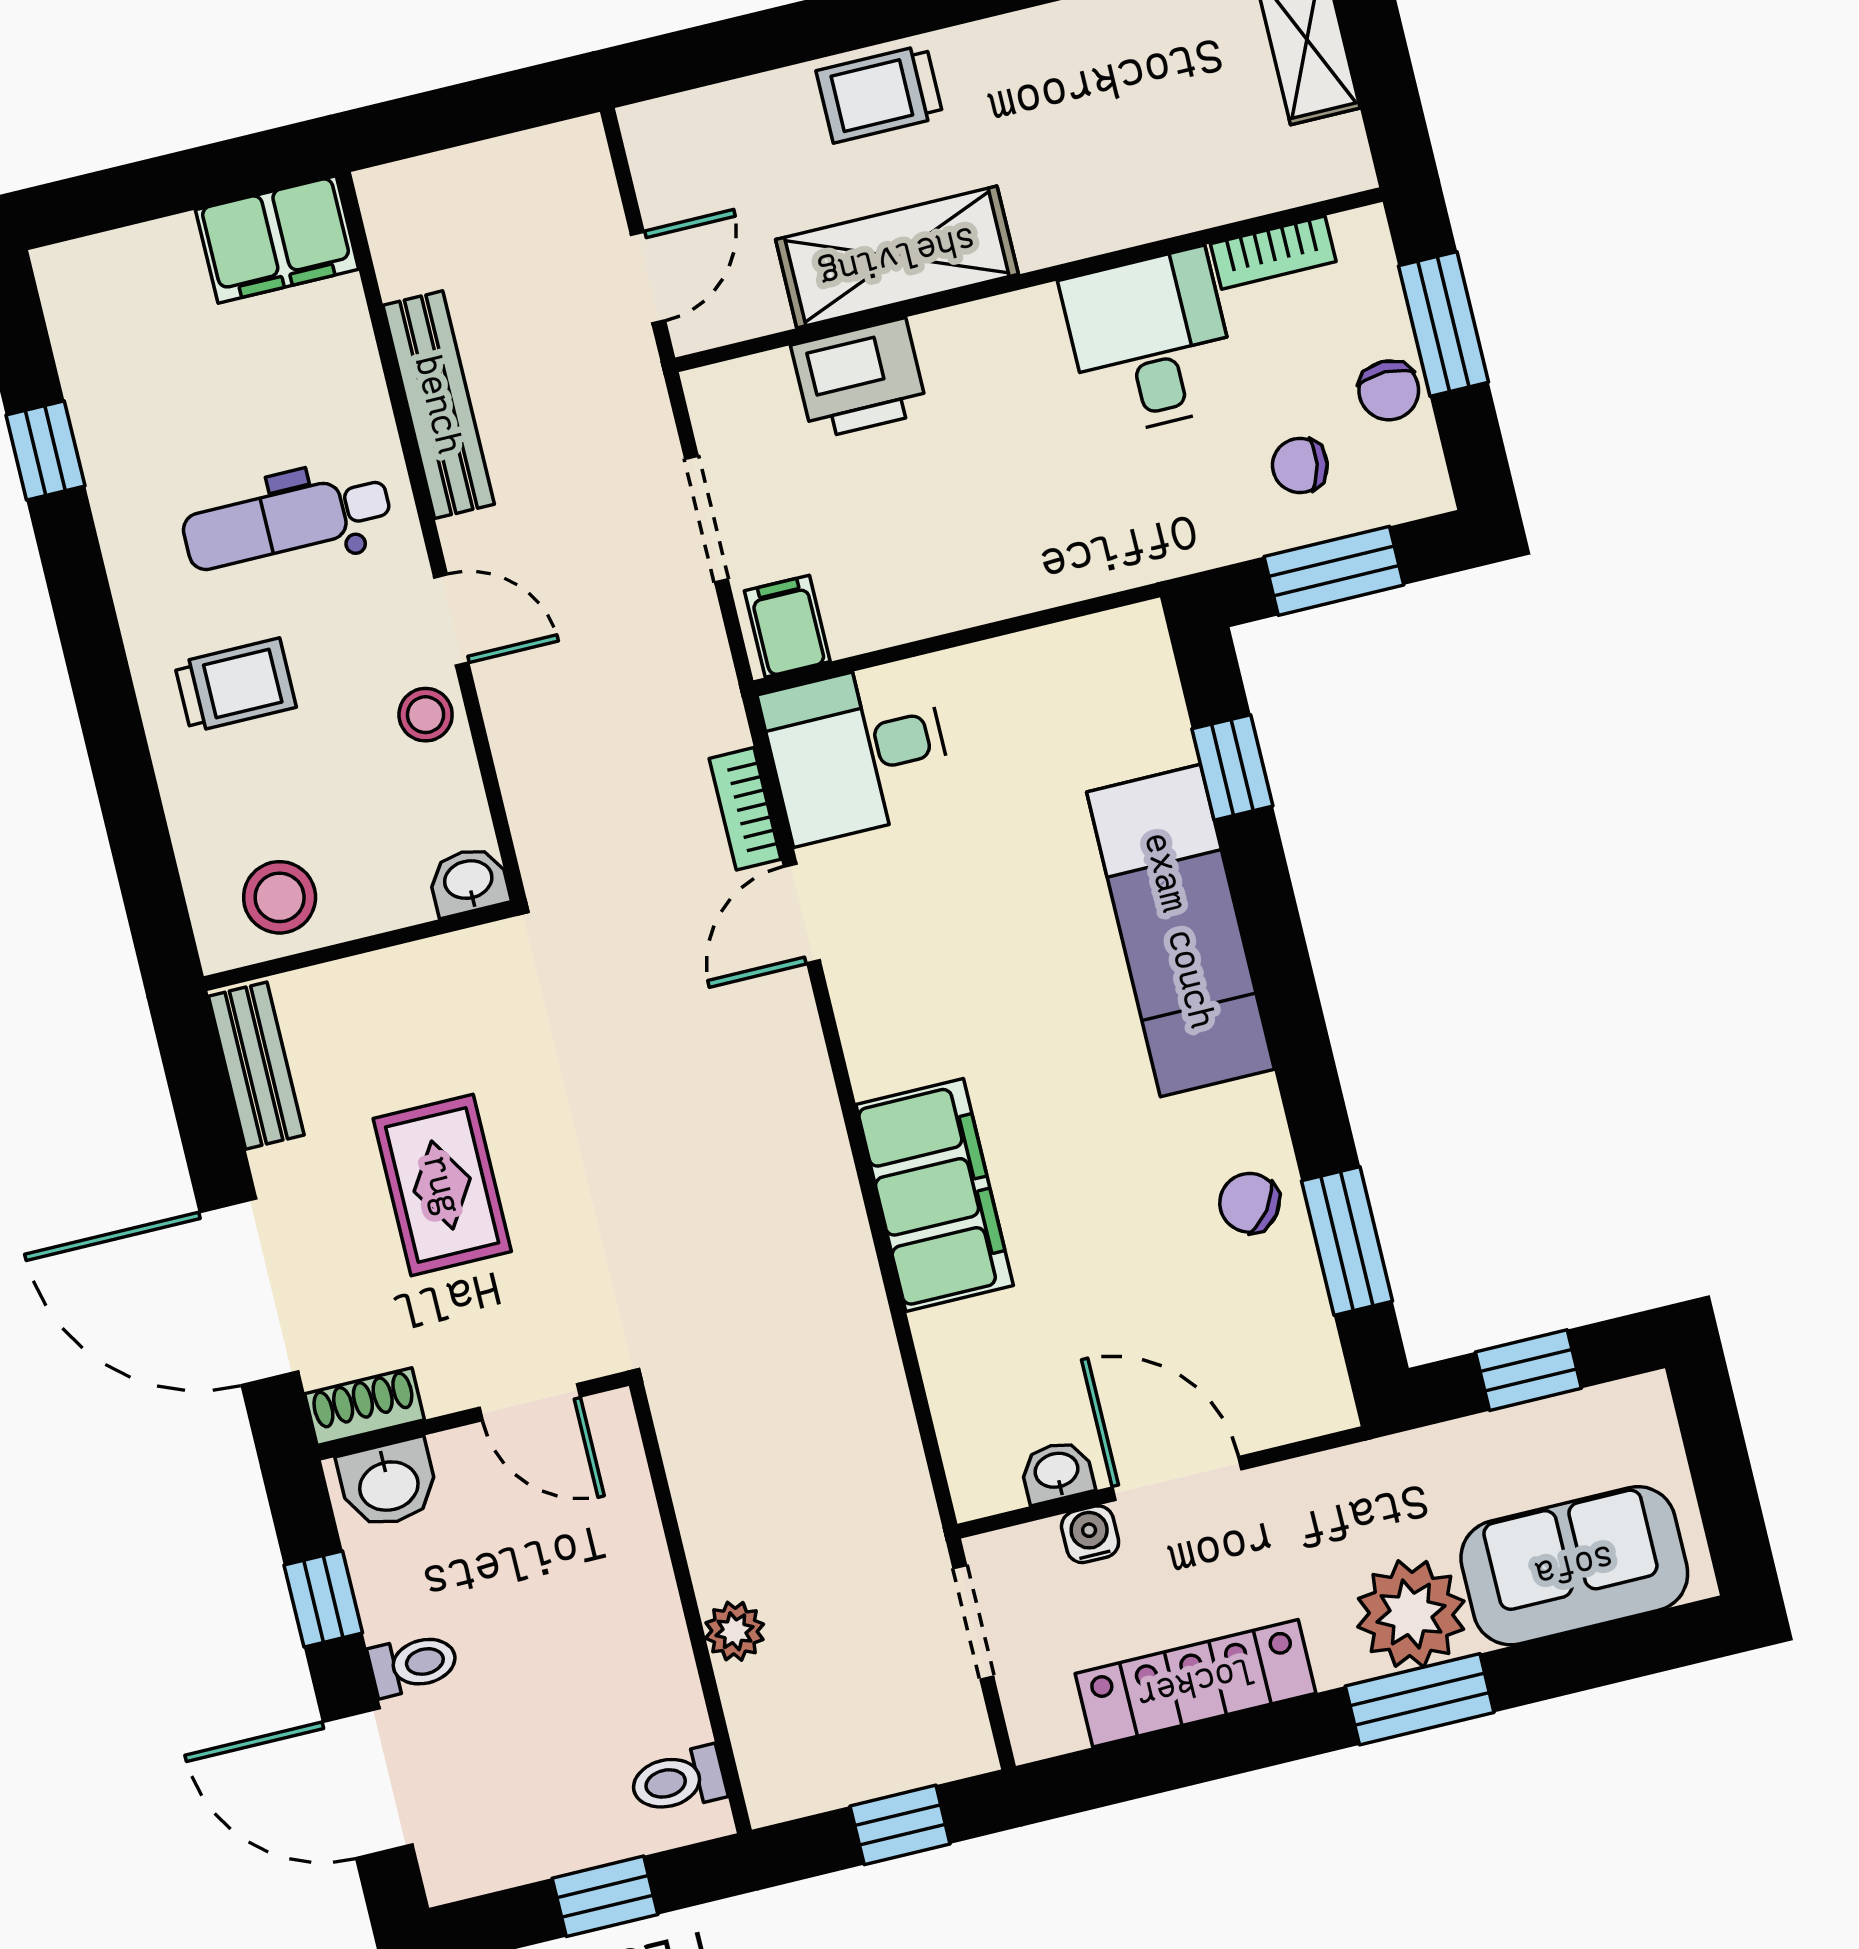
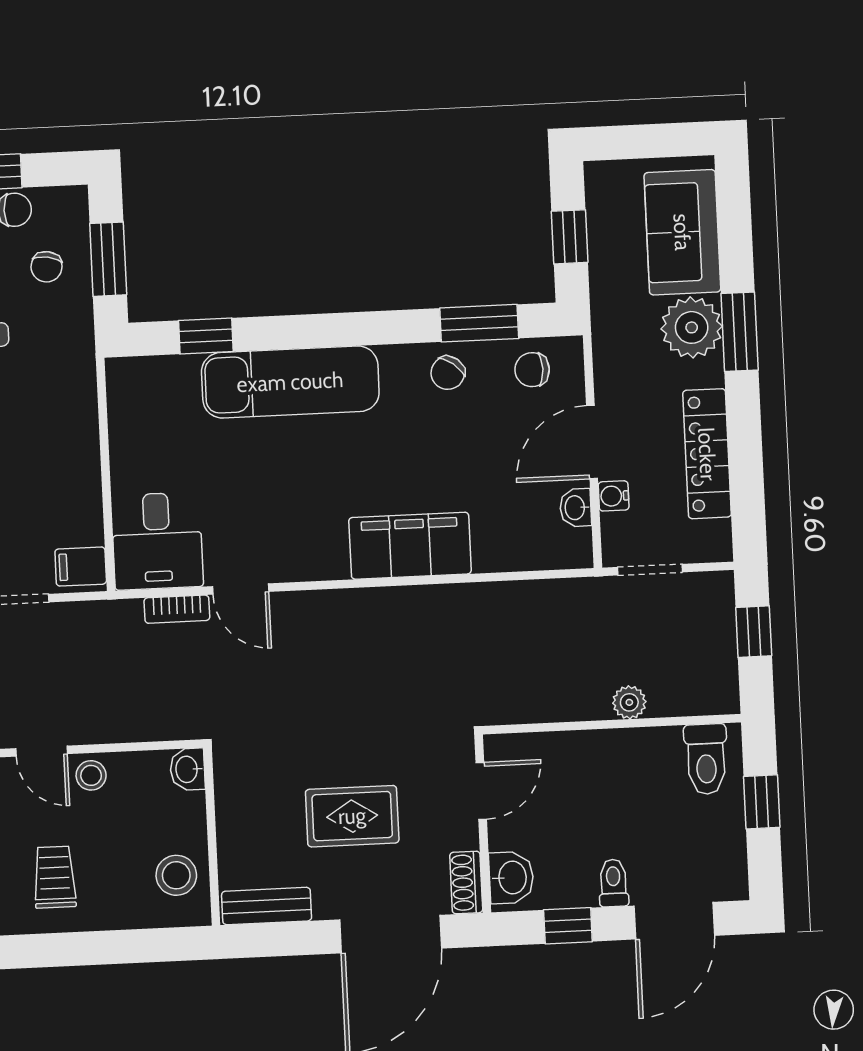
door: (451, 620) -> (42, 751), swing flipped
chair: (1283, 1349) -> (532, 370), added
toilet: (678, 1780) -> (706, 759), width x1.37, depth x1.39

